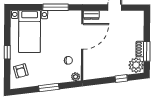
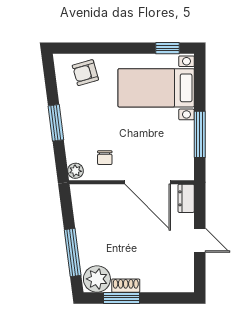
window: (7, 52) -> (167, 48), moved
window: (121, 79) -> (73, 253), width x2.17

